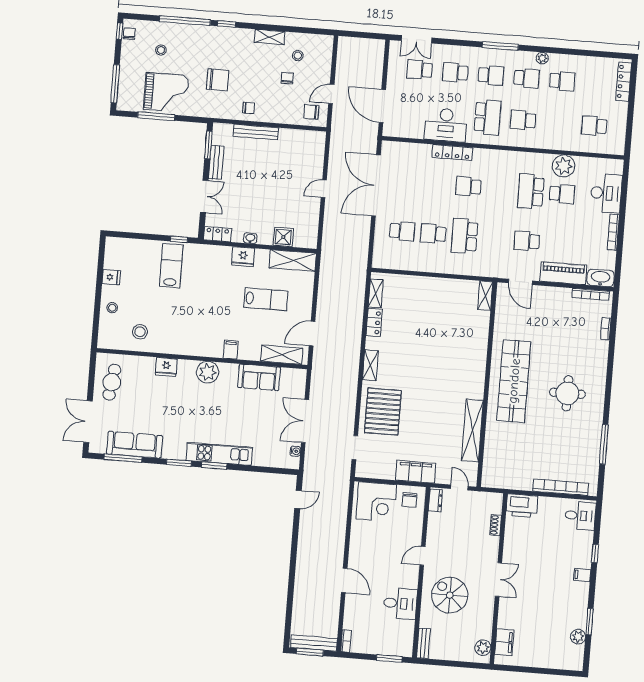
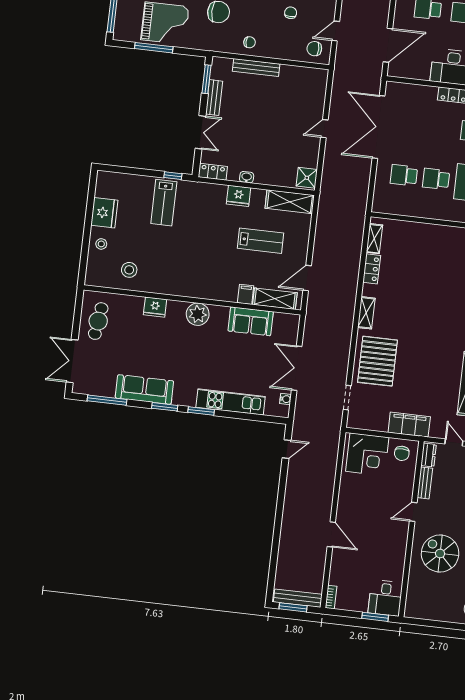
door: (382, 106) -> (388, 45), swing flipped
school desk: (402, 231) -> (404, 175), turned 180
shower: (283, 237) -> (307, 178), moved
lab bench: (171, 266) -> (164, 203), turned 180
fridge: (111, 277) -> (104, 213), width x1.88, depth x1.34
filing cabinet: (231, 350) -> (246, 294), moved
sofa: (135, 445) -> (144, 389), moved
kitchen unit: (219, 454) -> (231, 402), moved
desk: (400, 603) -> (385, 598), moved, turned 90
bench: (423, 643) -> (425, 483), moved

